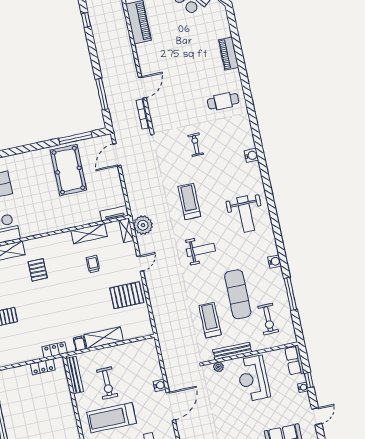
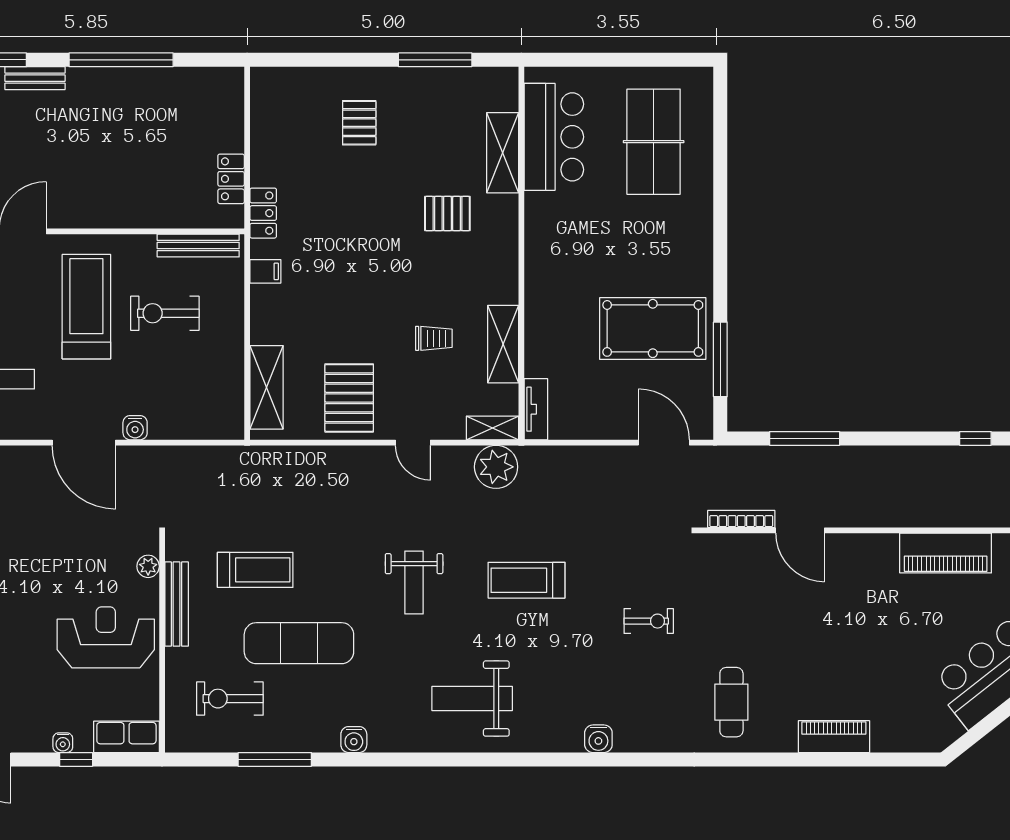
treadmill: (189, 201) -> (527, 580), turned 180
shelving: (104, 338) -> (267, 387), moved

